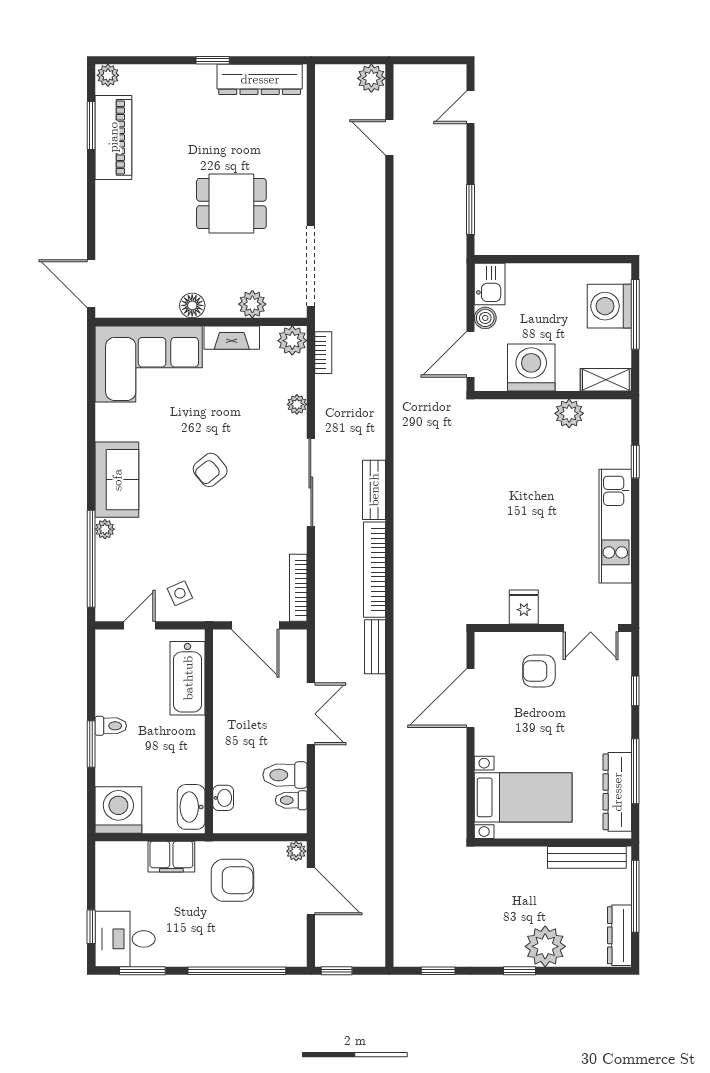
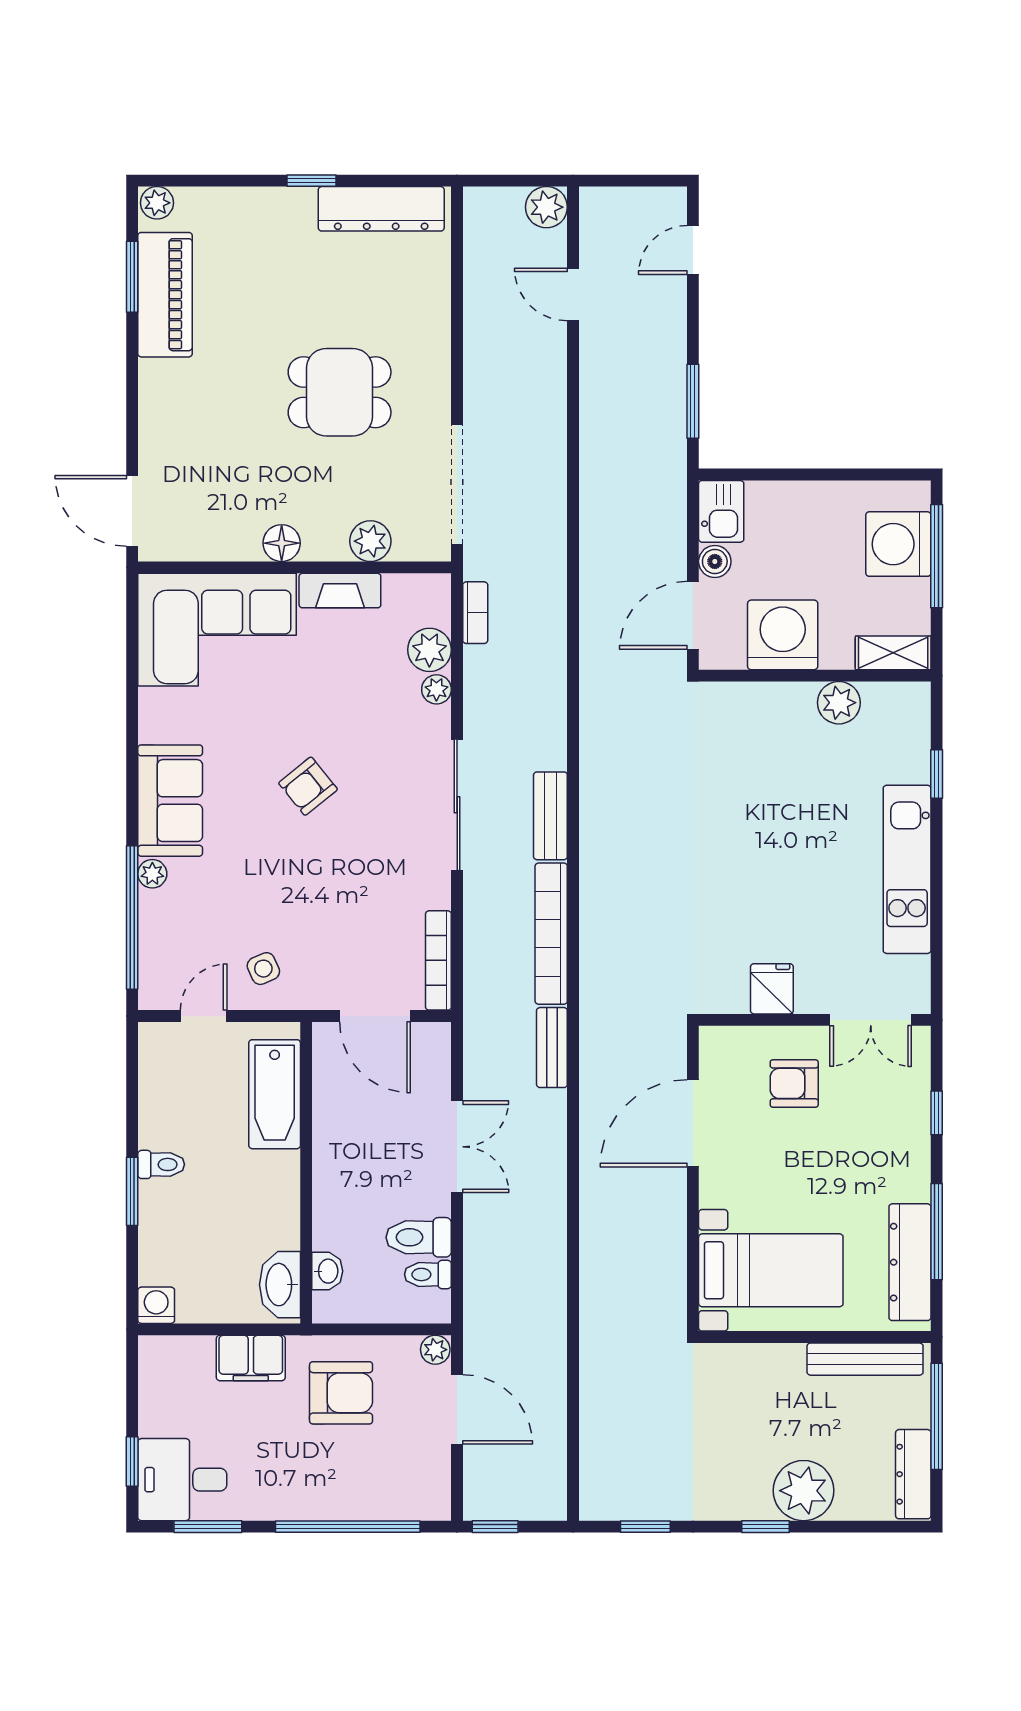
plant: (292, 341) -> (429, 650), moved
washing machine: (118, 810) -> (156, 1305), width x0.53, depth x0.53

